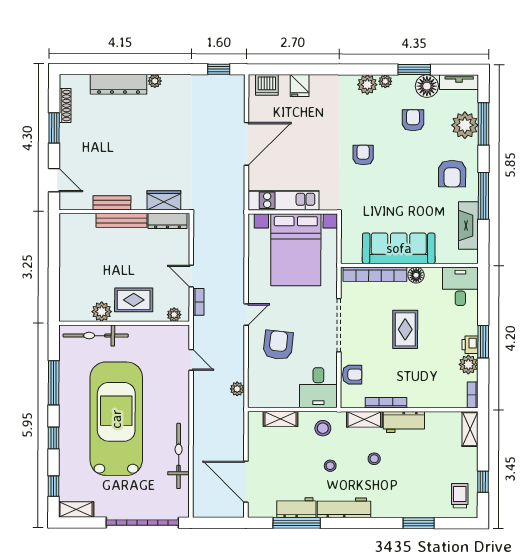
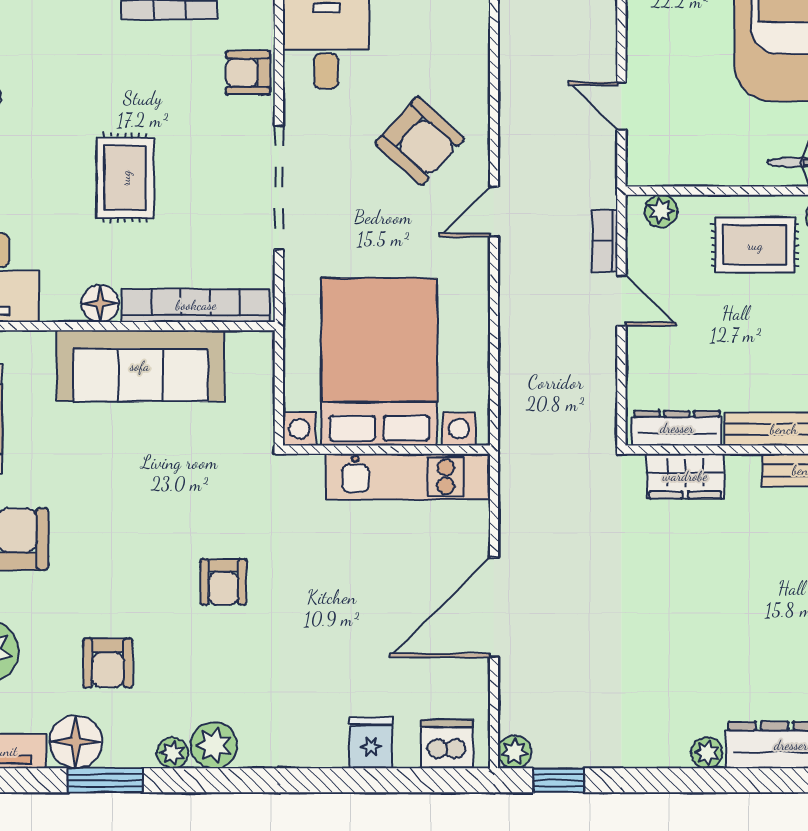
armchair: (278, 345) -> (420, 141), turned -54
plant: (237, 389) -> (514, 752), moved

